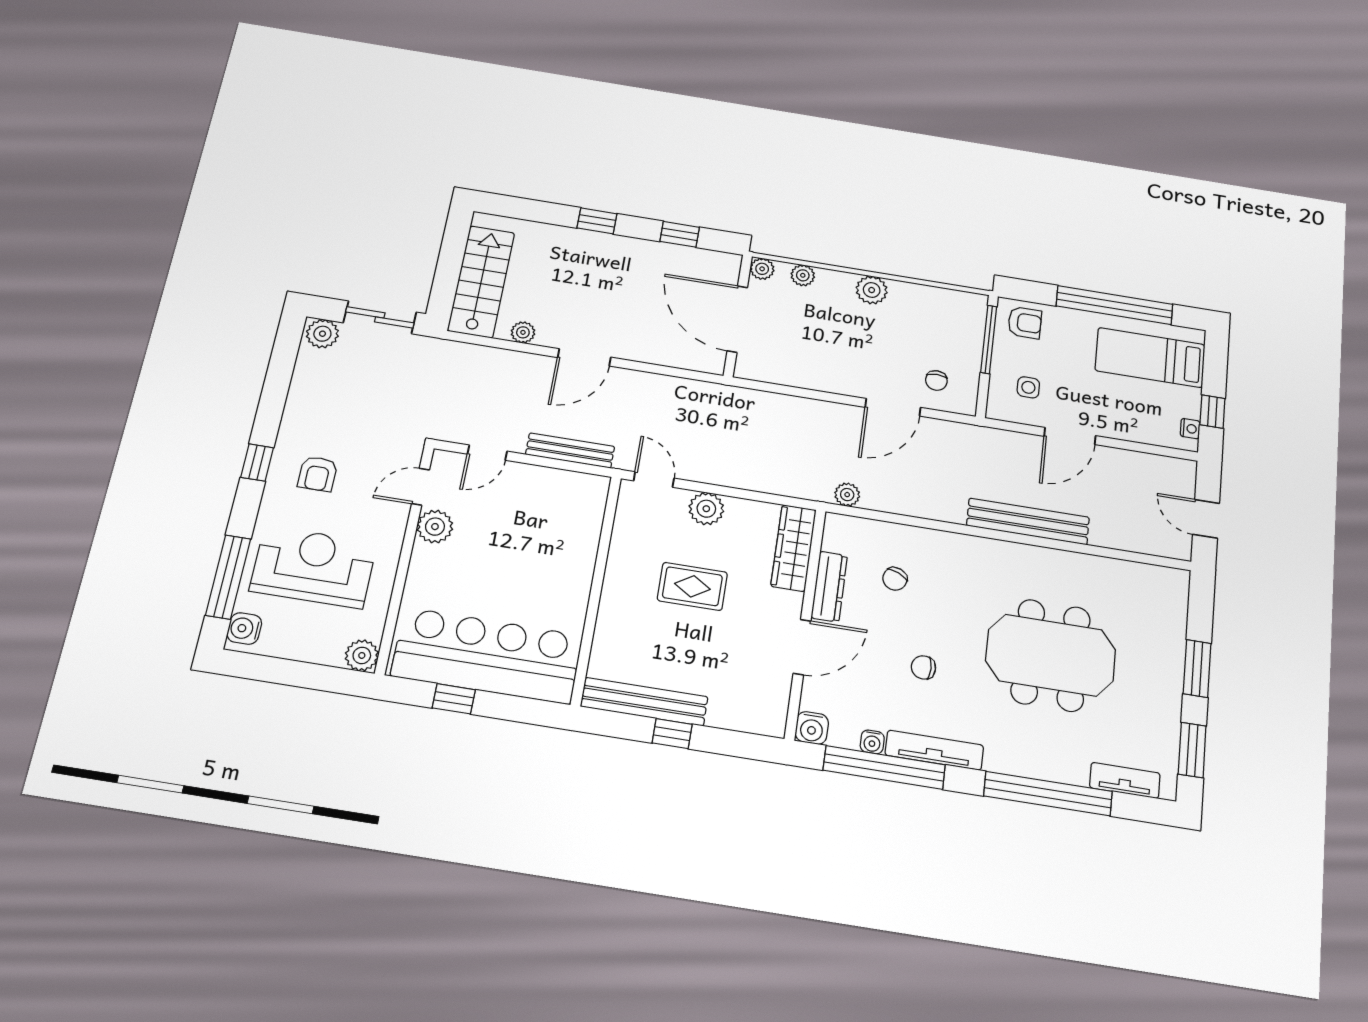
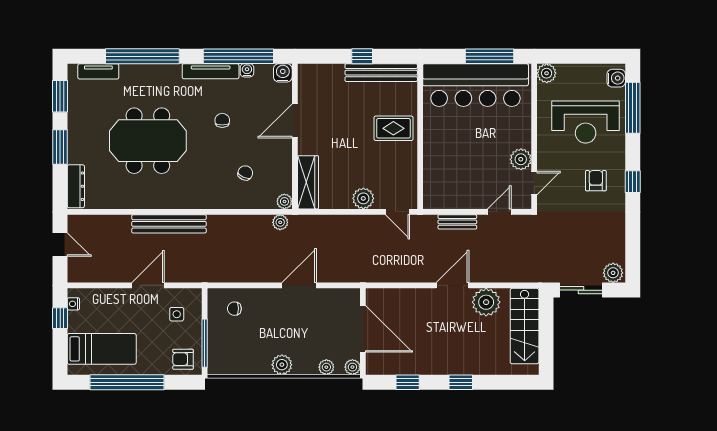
plant: (523, 332) -> (486, 302), width x1.87, depth x1.87
chair: (936, 381) -> (234, 309), turned -90
door: (893, 407) -> (299, 285), moved
bench: (570, 451) -> (457, 222), width x0.73
plant: (836, 525) -> (284, 201), added
rug: (692, 586) -> (393, 128), moved
dresser: (829, 587) -> (76, 186), moved, turned 180
chair: (923, 667) -> (222, 120), turned -90
window: (454, 699) -> (489, 56), width x2.17

